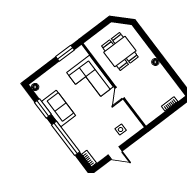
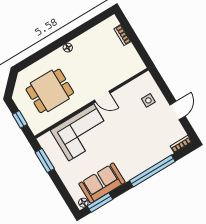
window: (95, 30) -> (20, 119), added
window: (43, 108) -> (100, 203), moved
sofa: (58, 109) -> (102, 183), moved

